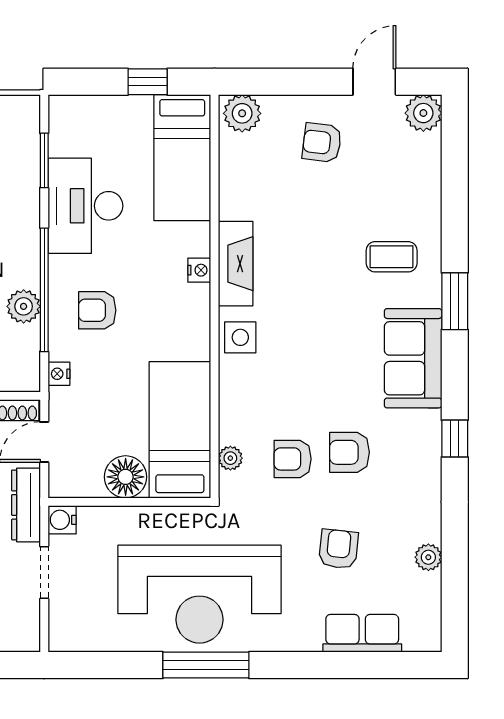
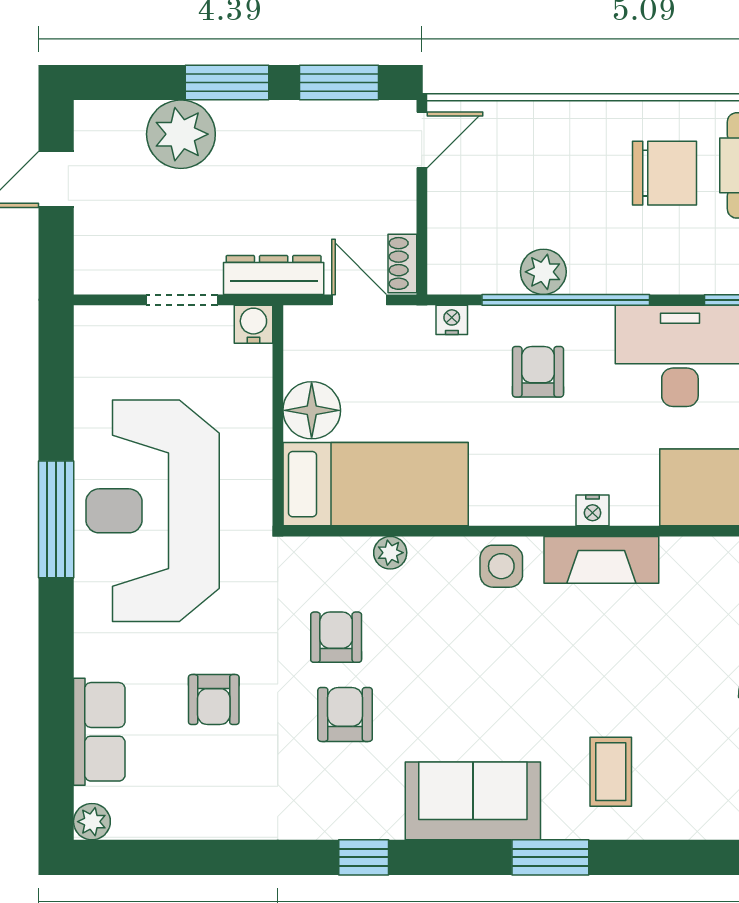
plant: (230, 458) -> (390, 553), moved
armchair: (338, 549) -> (214, 700), turned 84
plant: (428, 557) -> (92, 822), moved

